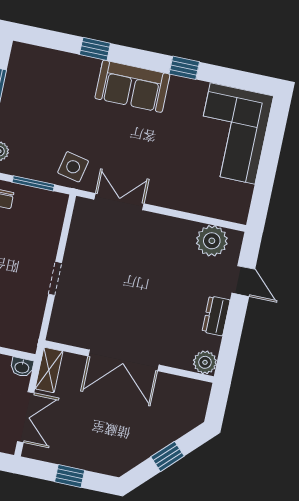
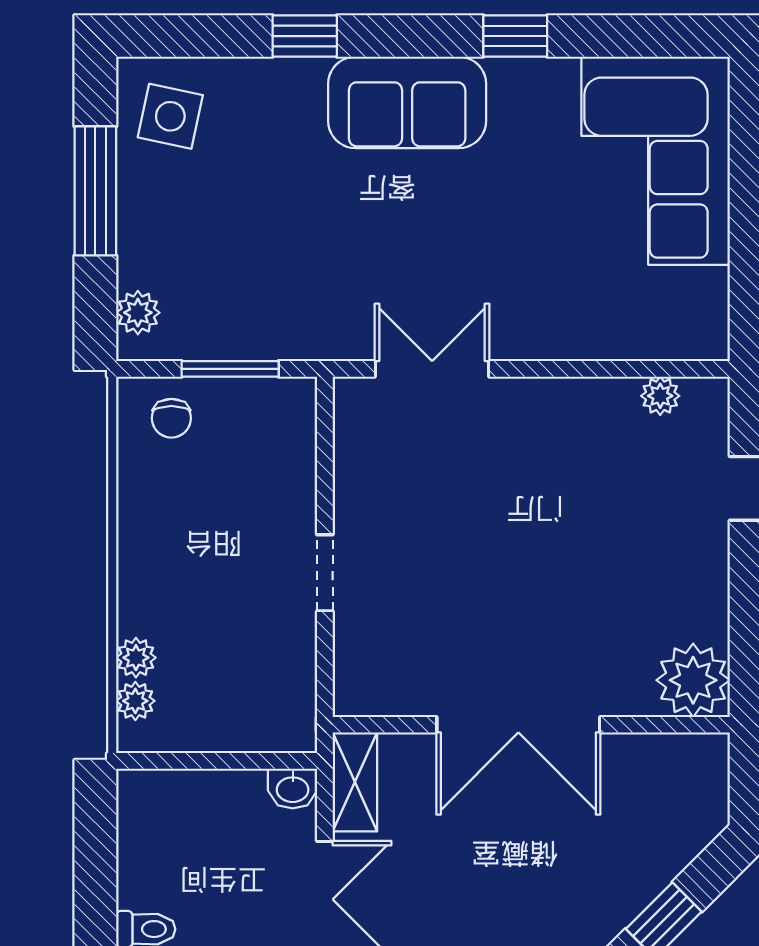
side table: (73, 167) -> (170, 116), moved
plant: (212, 241) -> (660, 396), width x0.53, depth x0.53
dresser: (216, 316) -> (706, 580), removed
plant: (205, 362) -> (693, 680), width x1.36, depth x1.36

